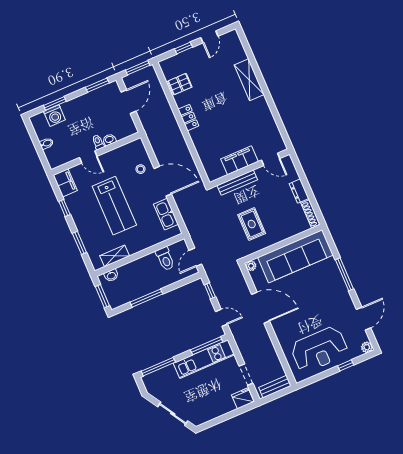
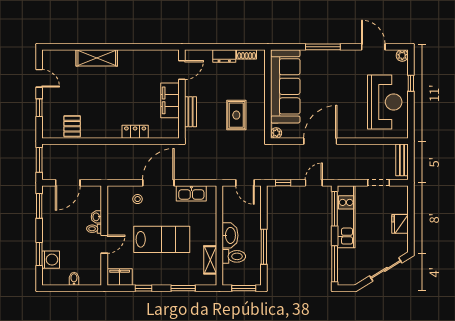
door: (128, 102) -> (68, 183), swing flipped
locker: (188, 118) -> (135, 132), moved
bench: (237, 183) -> (191, 112), width x0.73
shoe rack: (310, 214) -> (247, 54), width x0.70
rug: (252, 224) -> (236, 115), turned 90
toilet: (165, 259) -> (234, 256), moved
washbasin: (111, 275) -> (230, 235), moved, width x1.91, depth x1.45
fridge: (243, 398) -> (400, 224), moved

